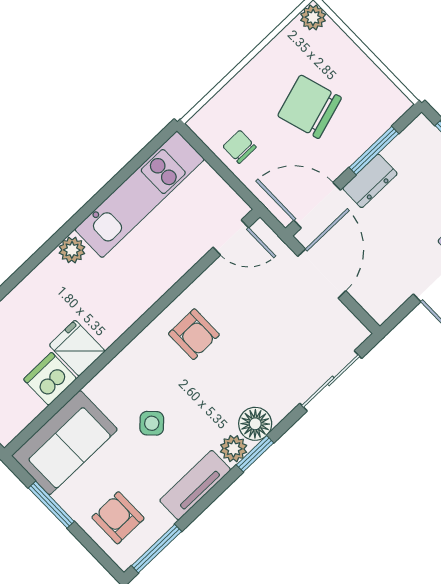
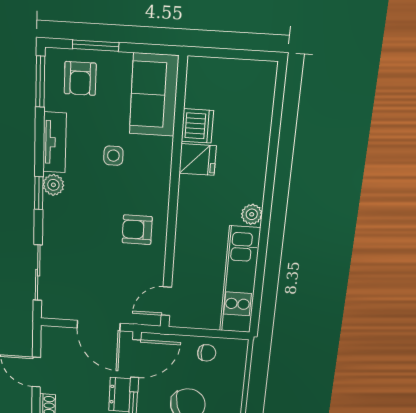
side table: (152, 423) -> (113, 156), turned 45
floor lamp: (255, 424) -> (55, 211), removed
window: (51, 505) -> (96, 46), moved
armchair: (118, 518) -> (80, 78), turned 90

